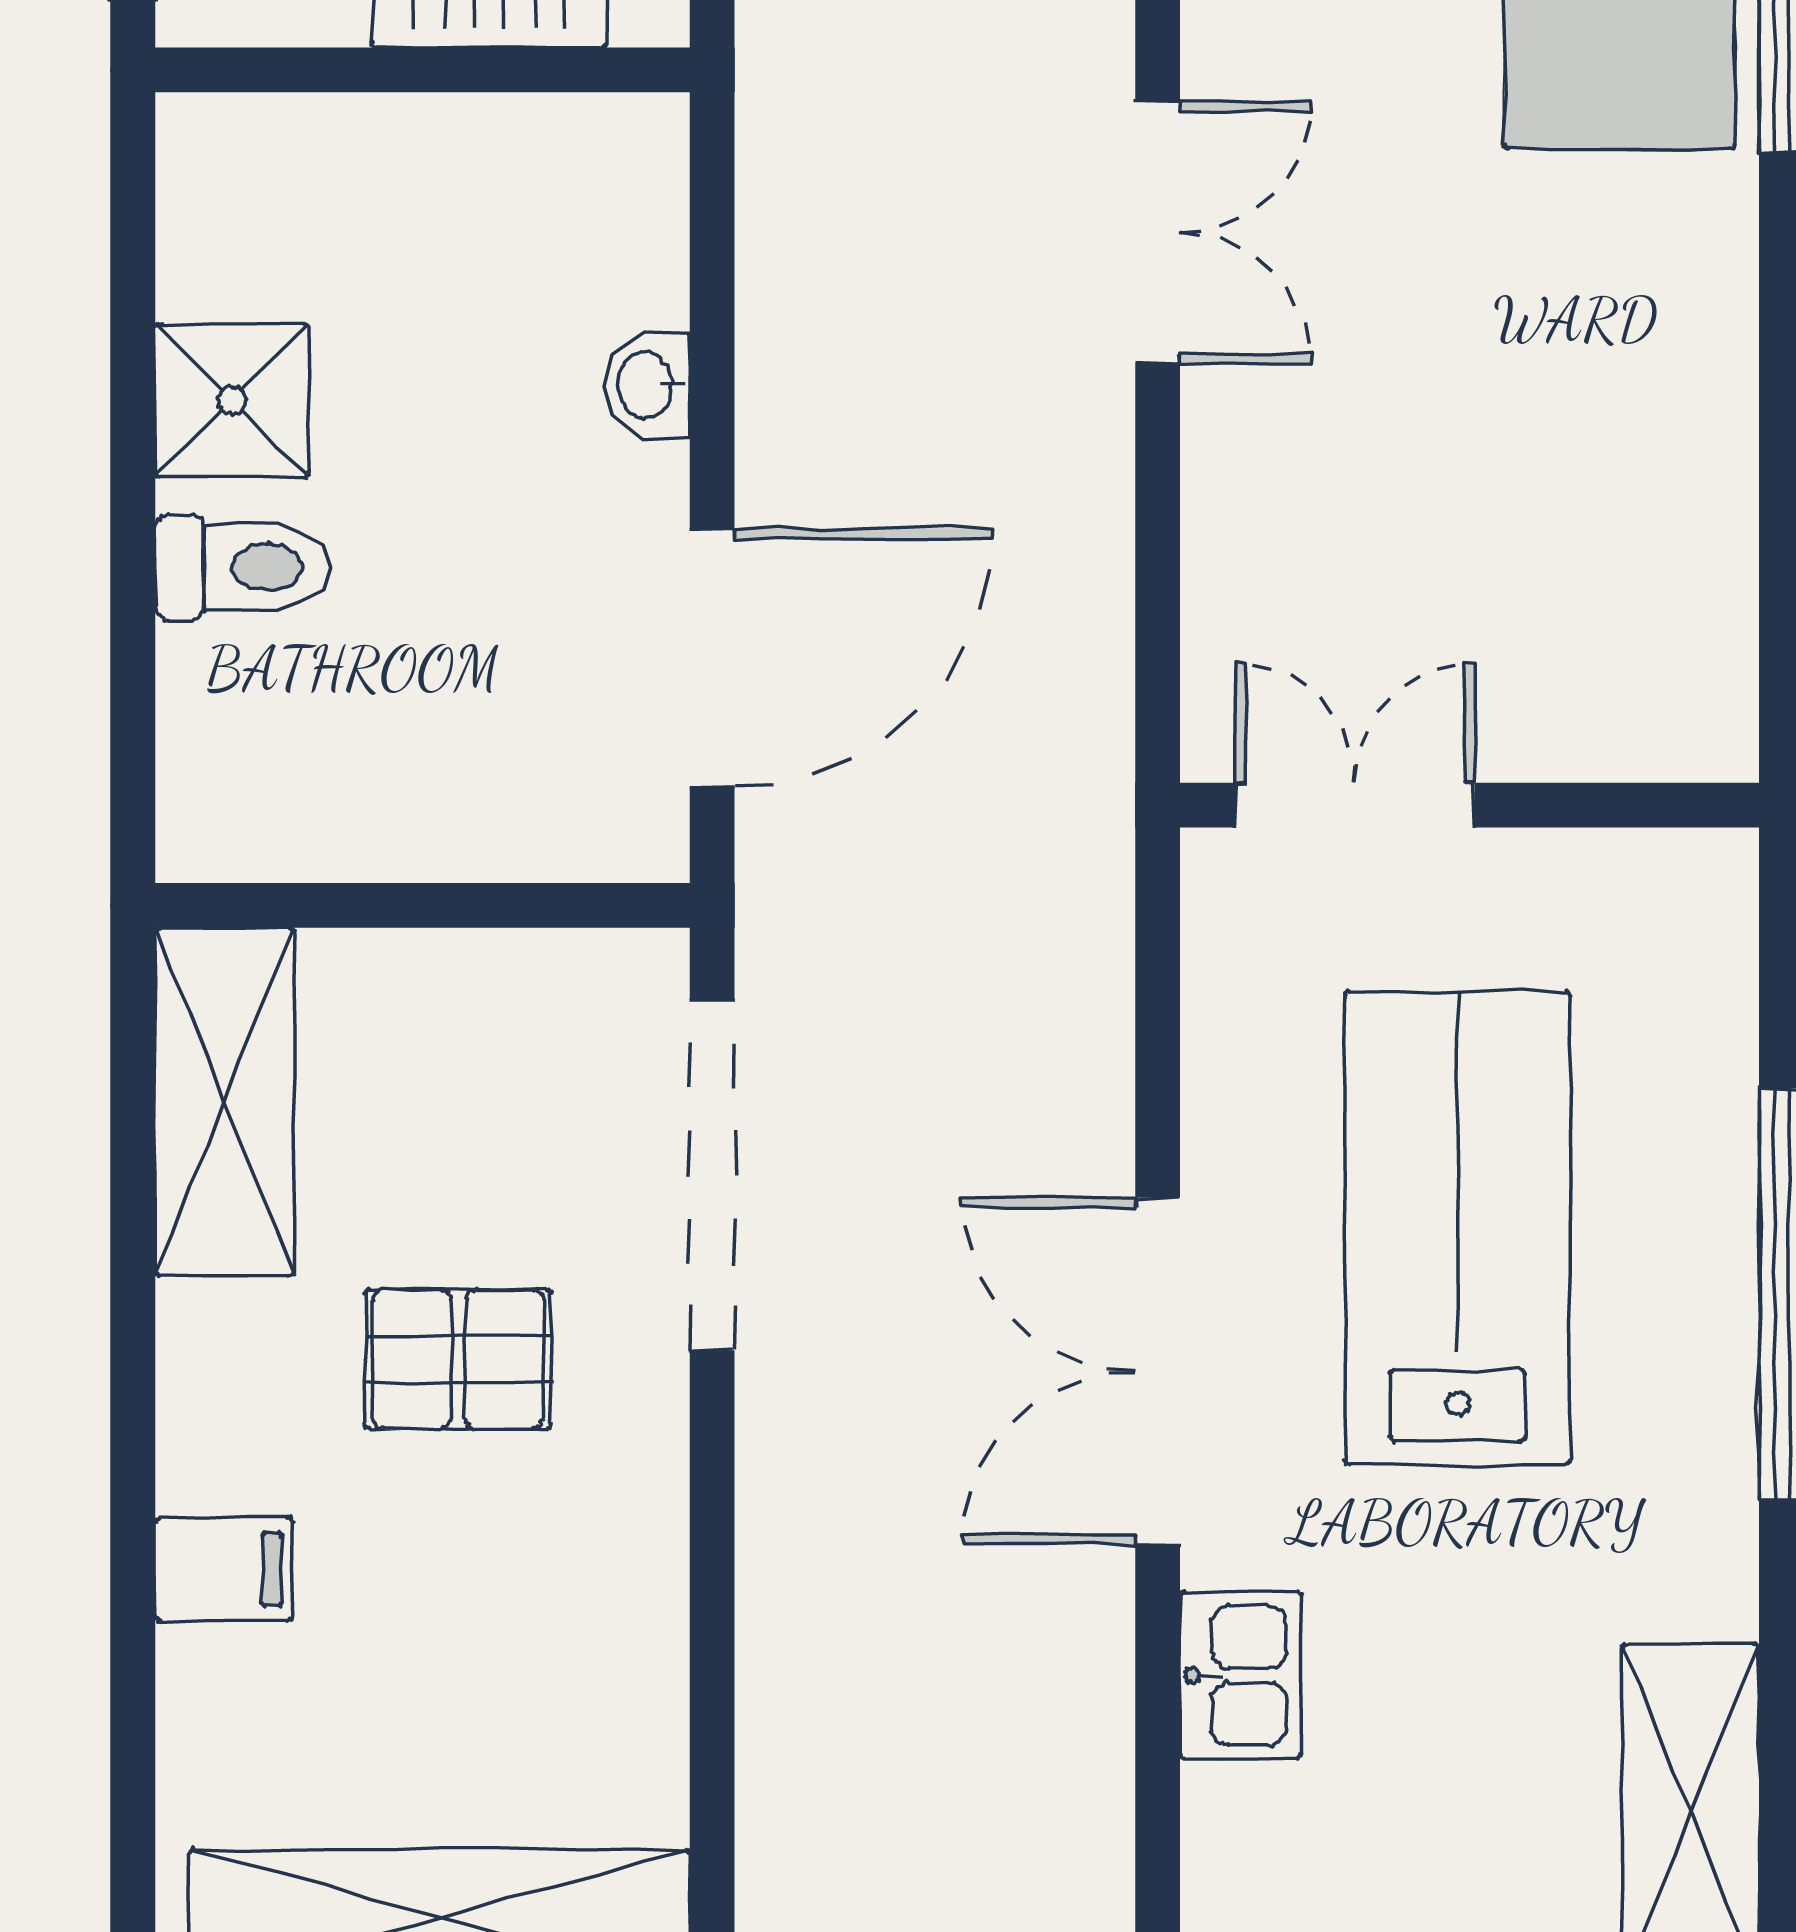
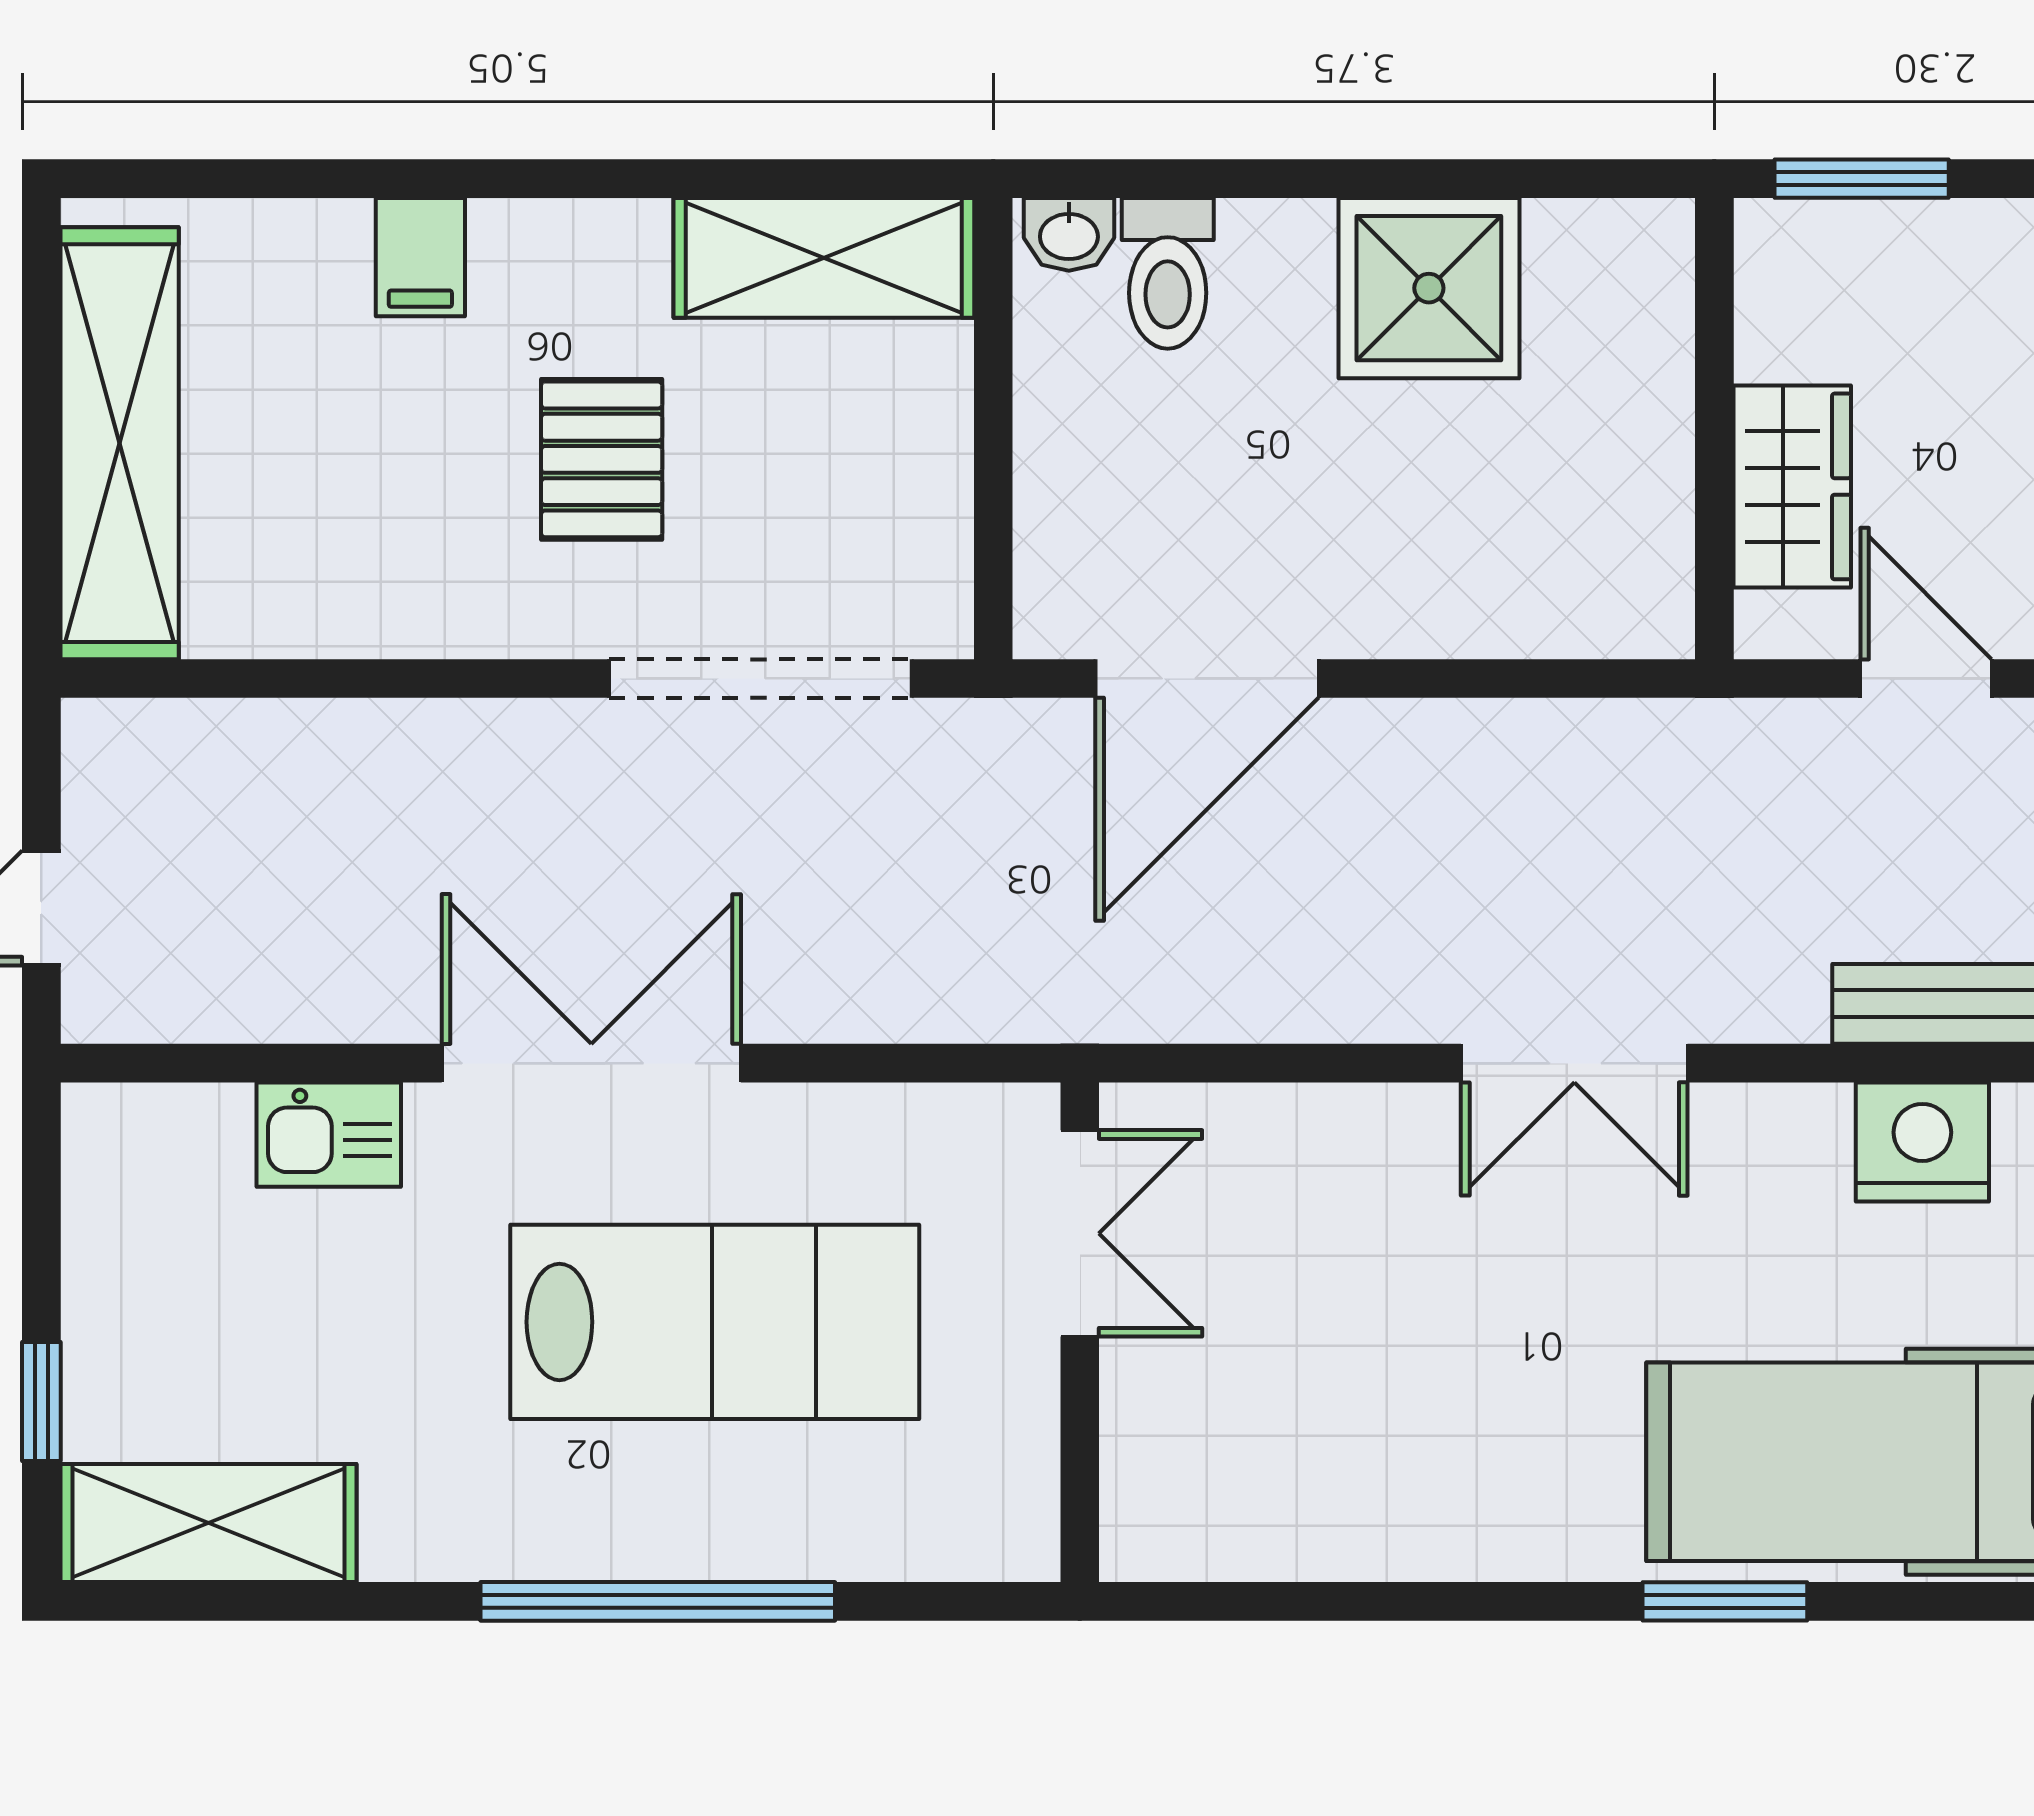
washbasin: (647, 385) -> (1069, 234), moved, turned 180
shower: (232, 400) -> (1429, 288), width x1.36, depth x1.36
toilet: (243, 567) -> (1168, 273), moved
door: (712, 658) -> (1207, 678), hinge flipped

